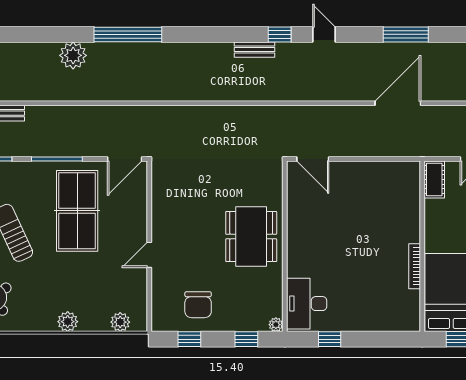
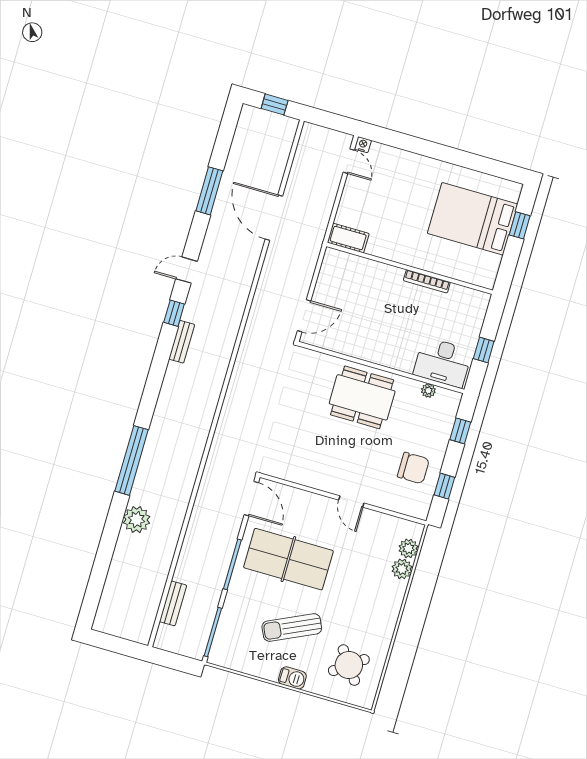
cot: (434, 180) -> (348, 238), moved
wall: (422, 246) -> (410, 268), moved
bookcase: (415, 266) -> (427, 281), moved
plant: (68, 322) -> (402, 569), moved
plant: (276, 325) -> (428, 391), moved

